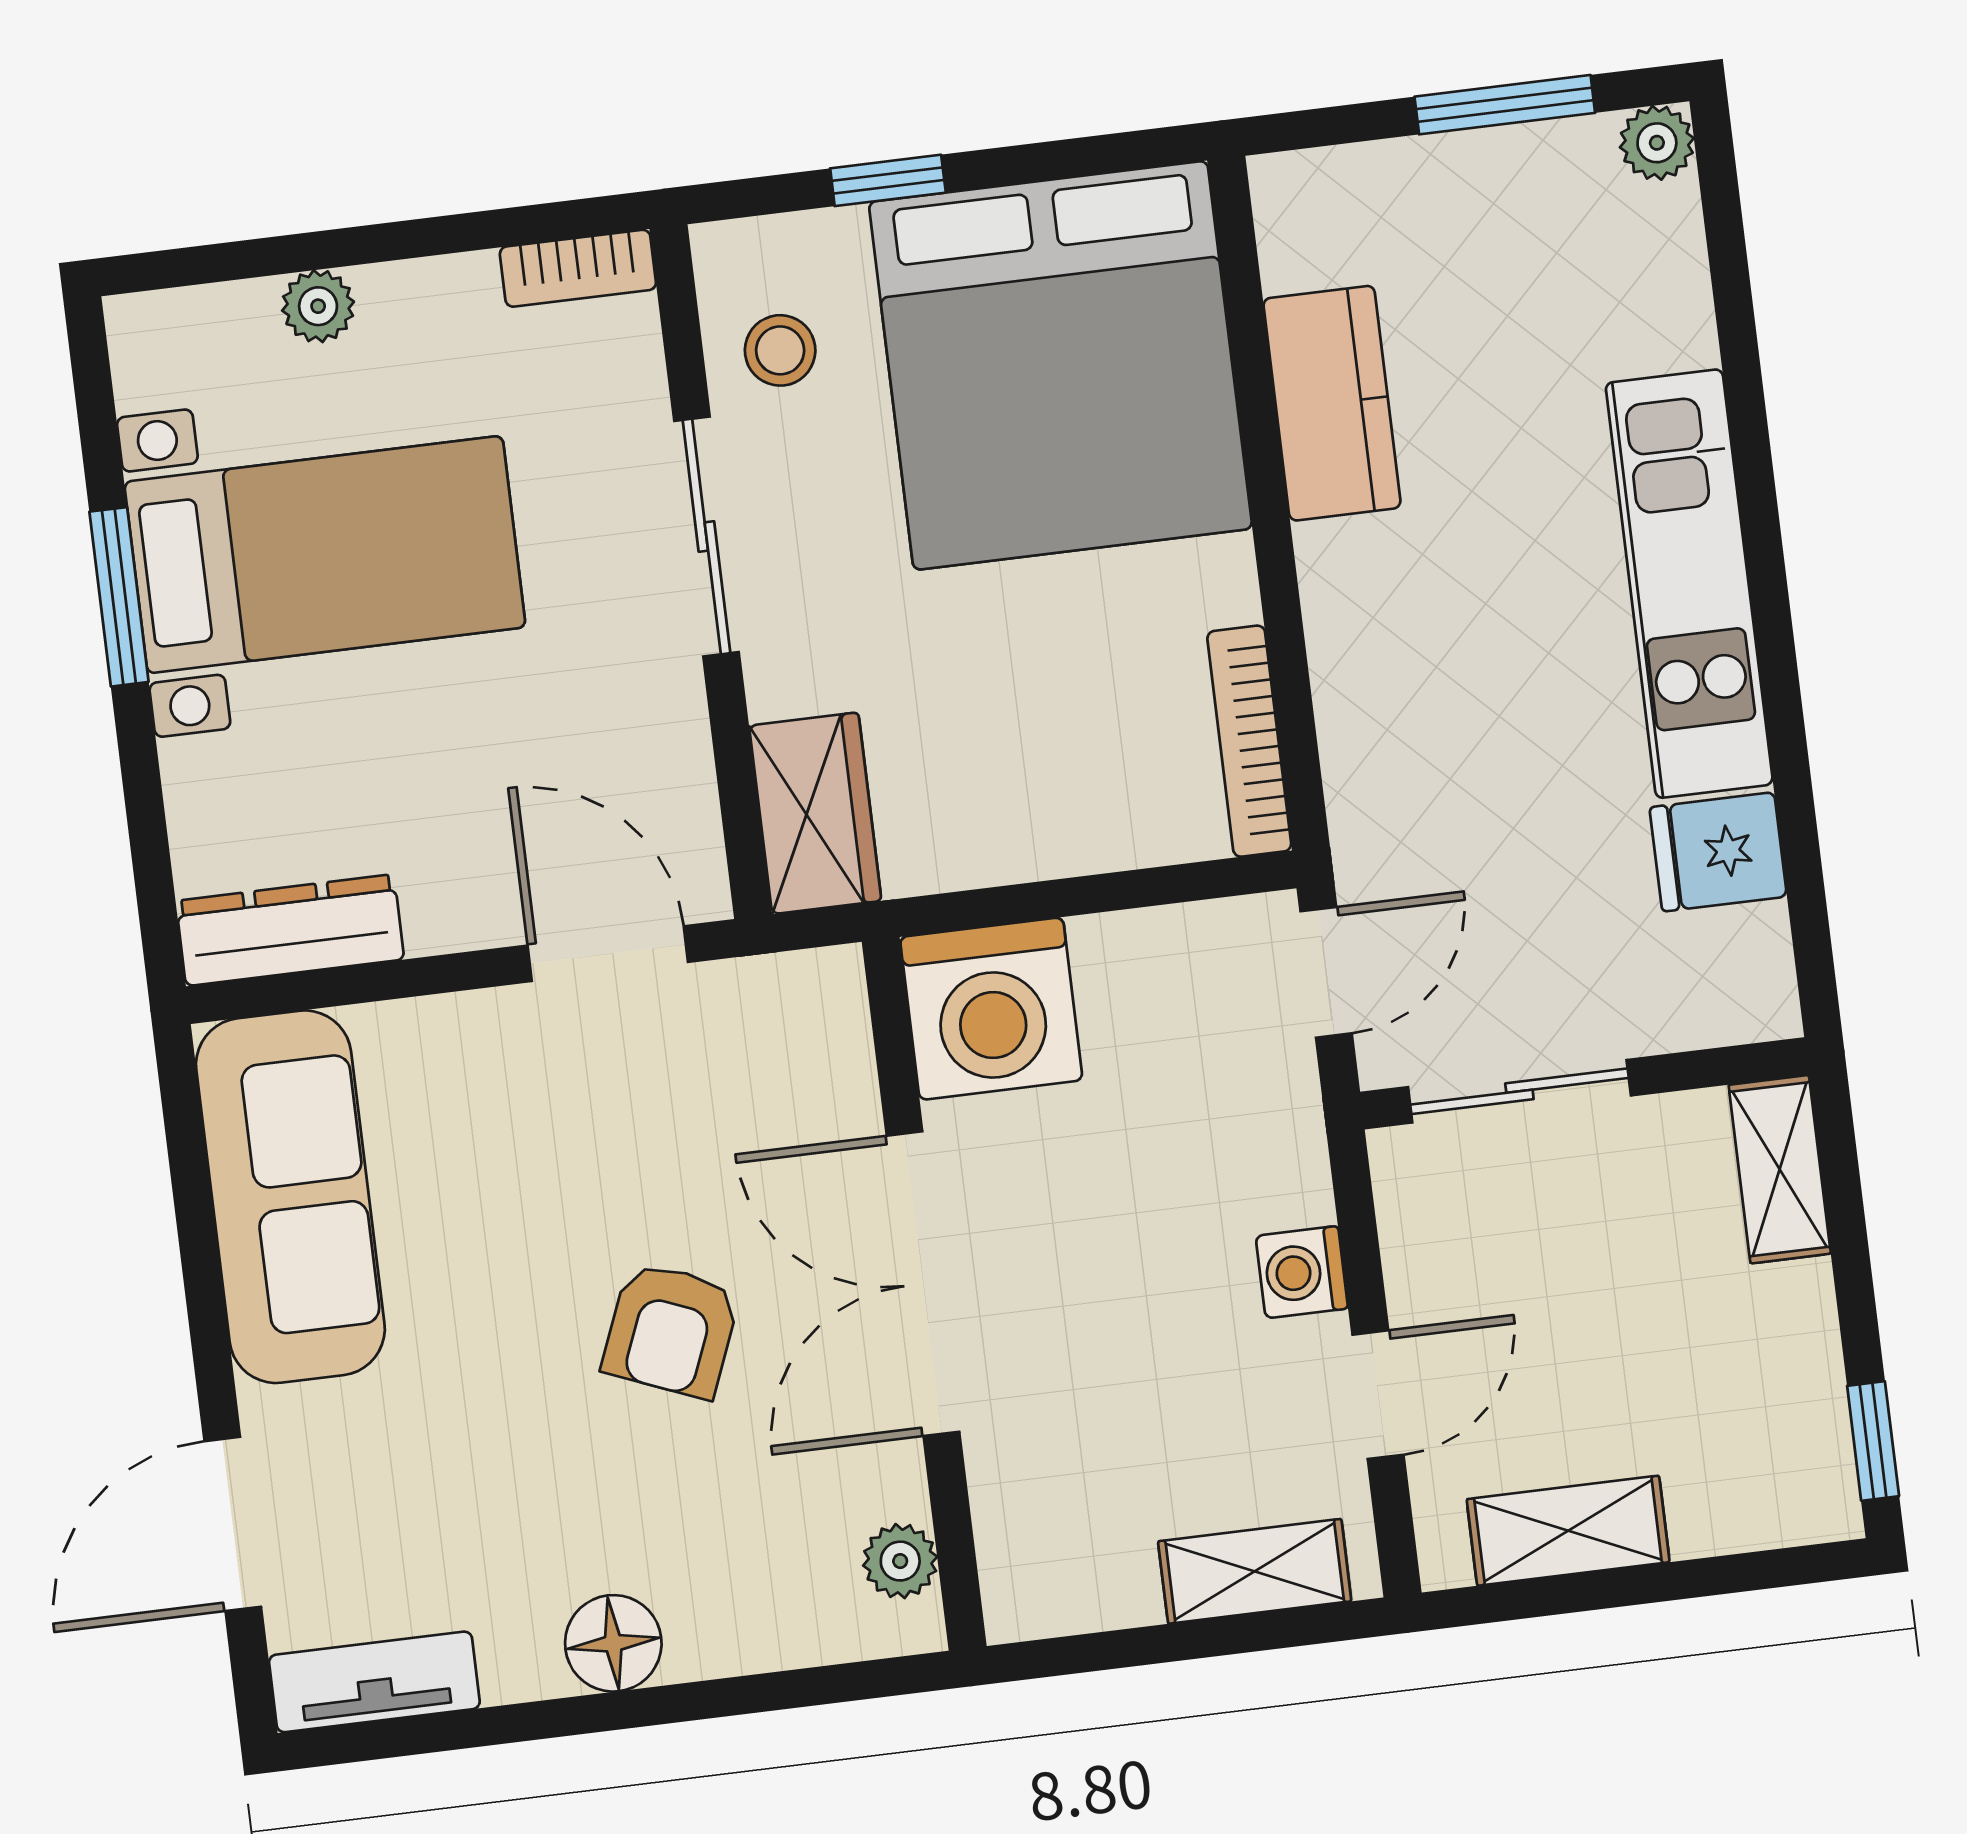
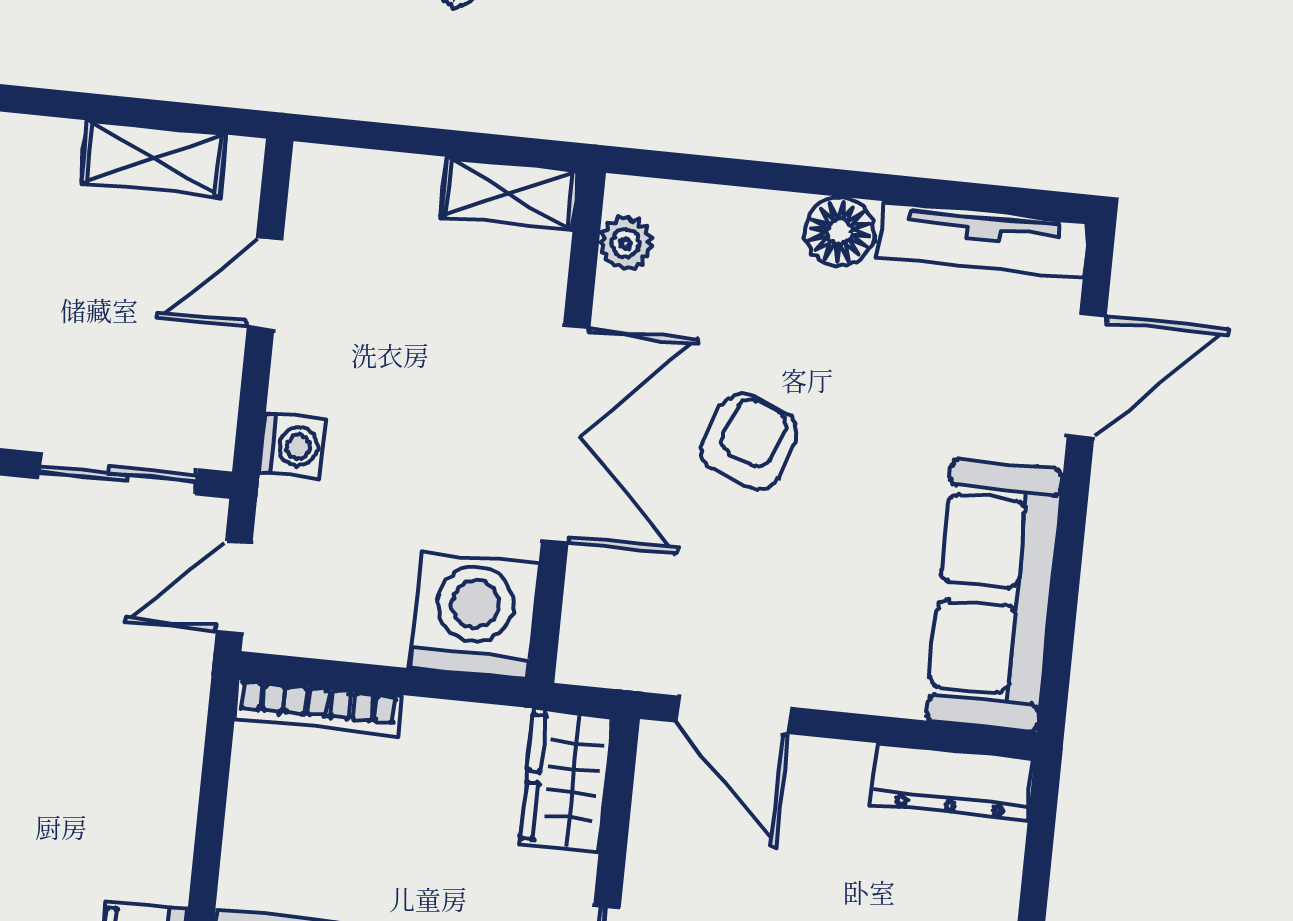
bookcase: (1249, 741) -> (318, 707), moved, turned 90
washing machine: (1302, 1272) -> (292, 446), moved
shelving: (1255, 1571) -> (510, 193), moved
tv unit: (374, 1682) -> (983, 239), width x1.41

